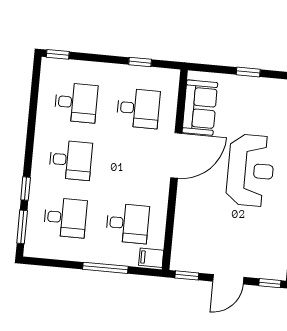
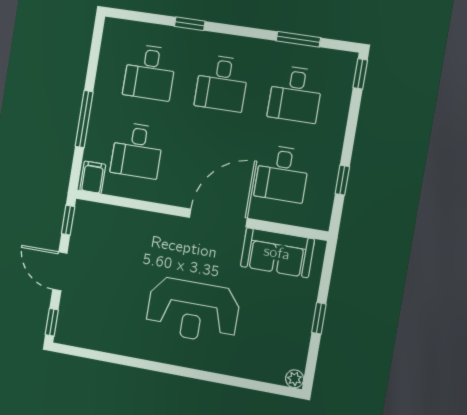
door: (176, 155) -> (218, 218), swing flipped
window: (22, 227) -> (298, 39), moved

